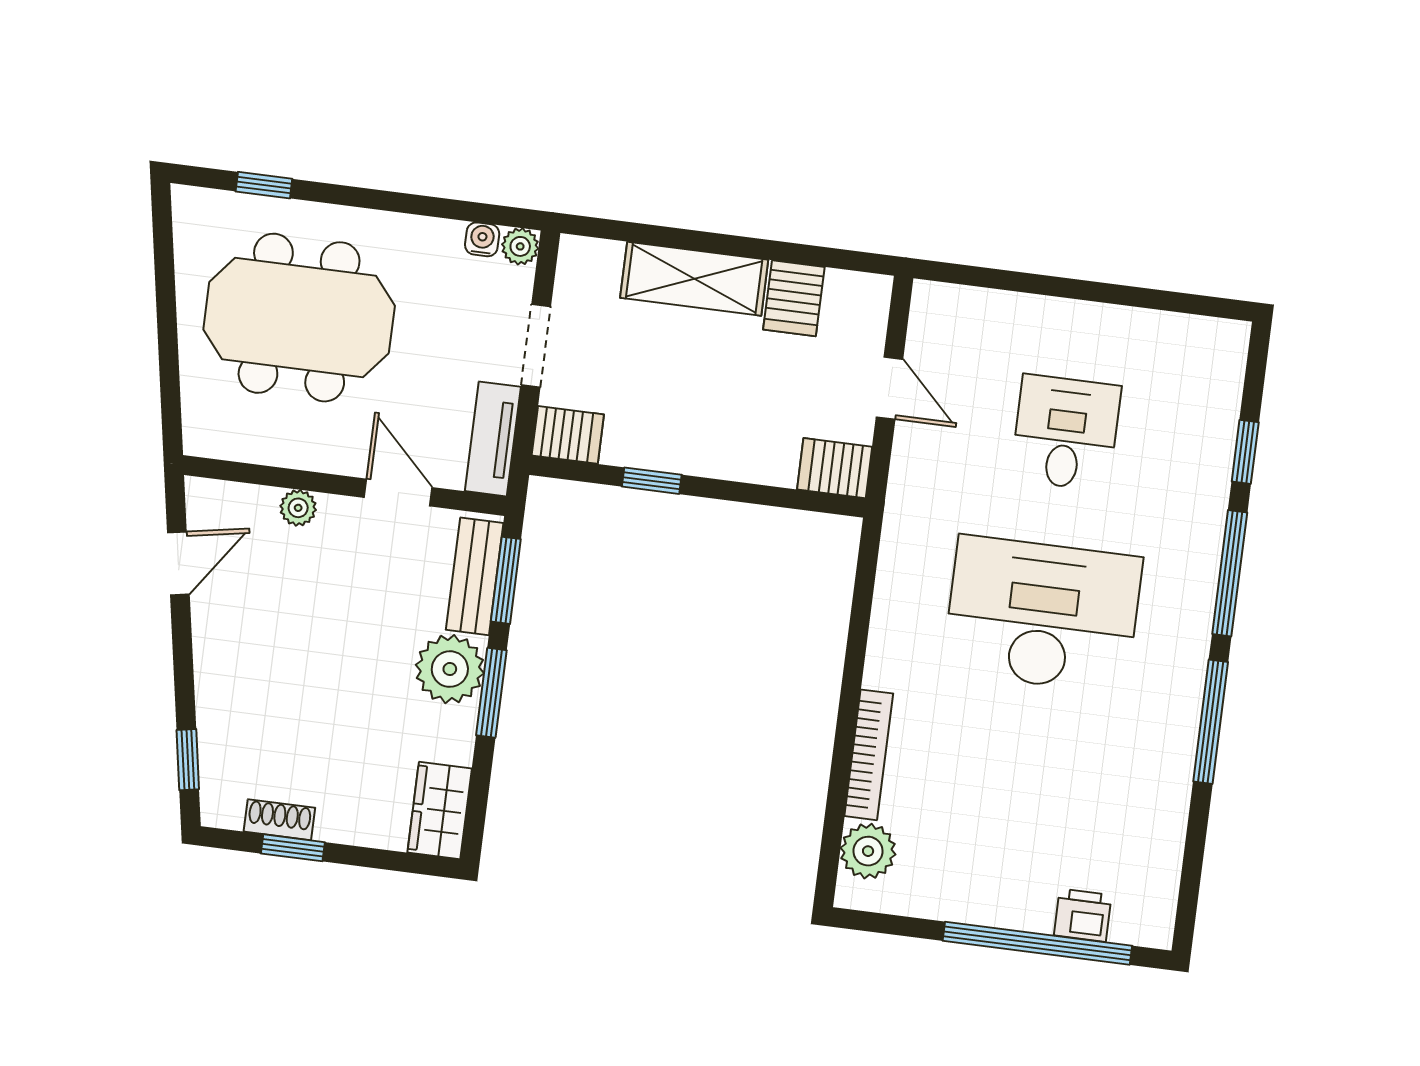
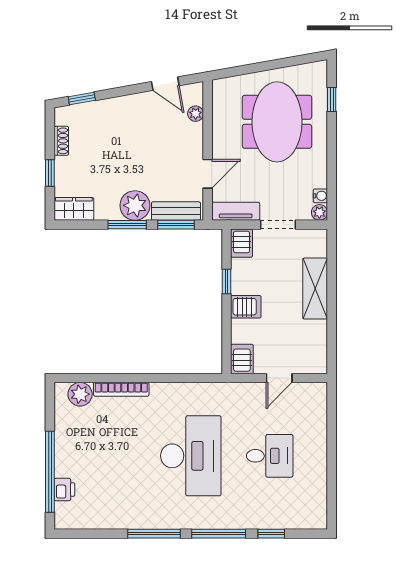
server rack: (794, 298) -> (246, 307), moved, turned 180
plant: (298, 508) -> (196, 114), moved
window: (293, 848) -> (50, 173), moved

